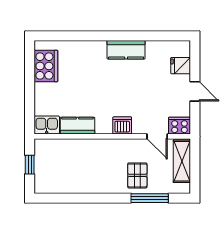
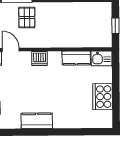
cooker: (46, 66) -> (103, 97), moved

